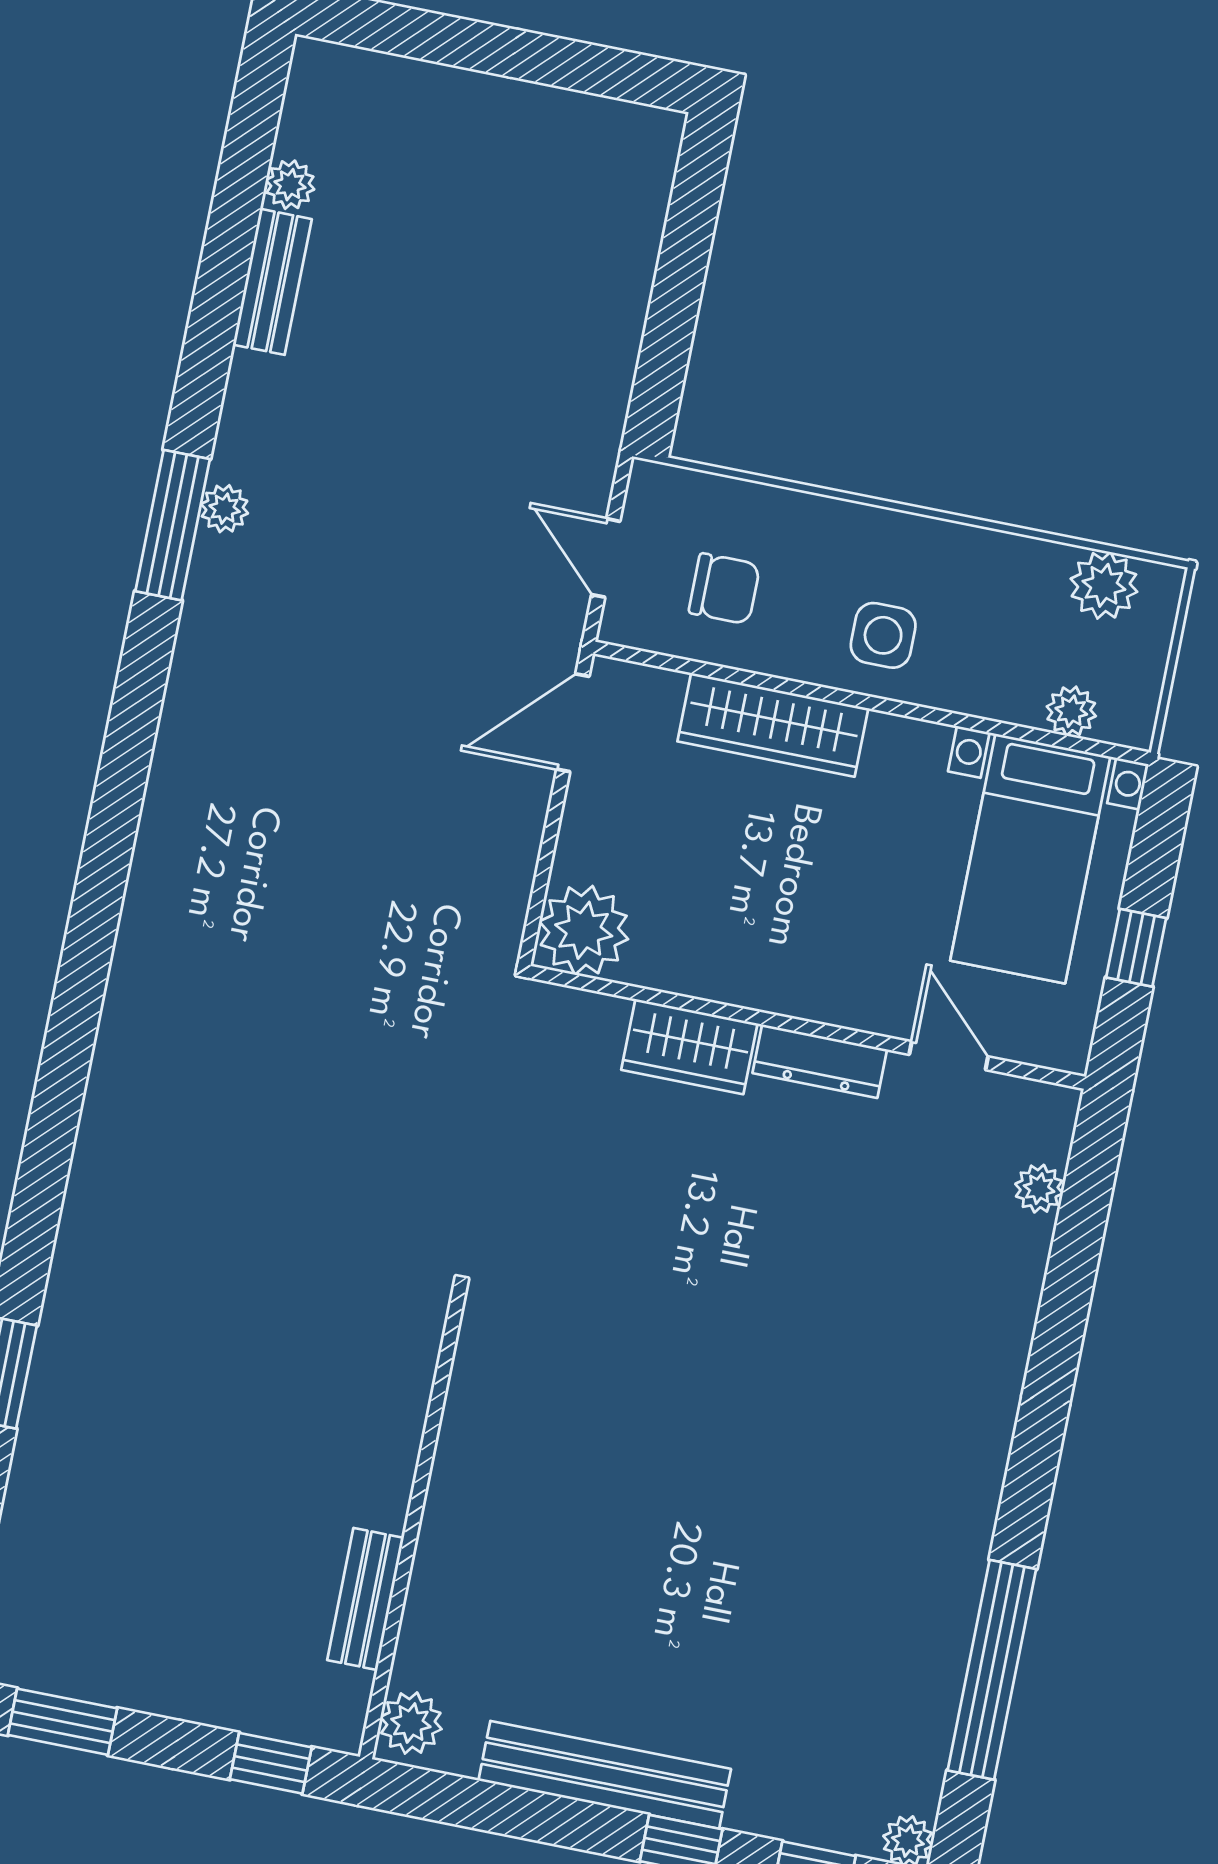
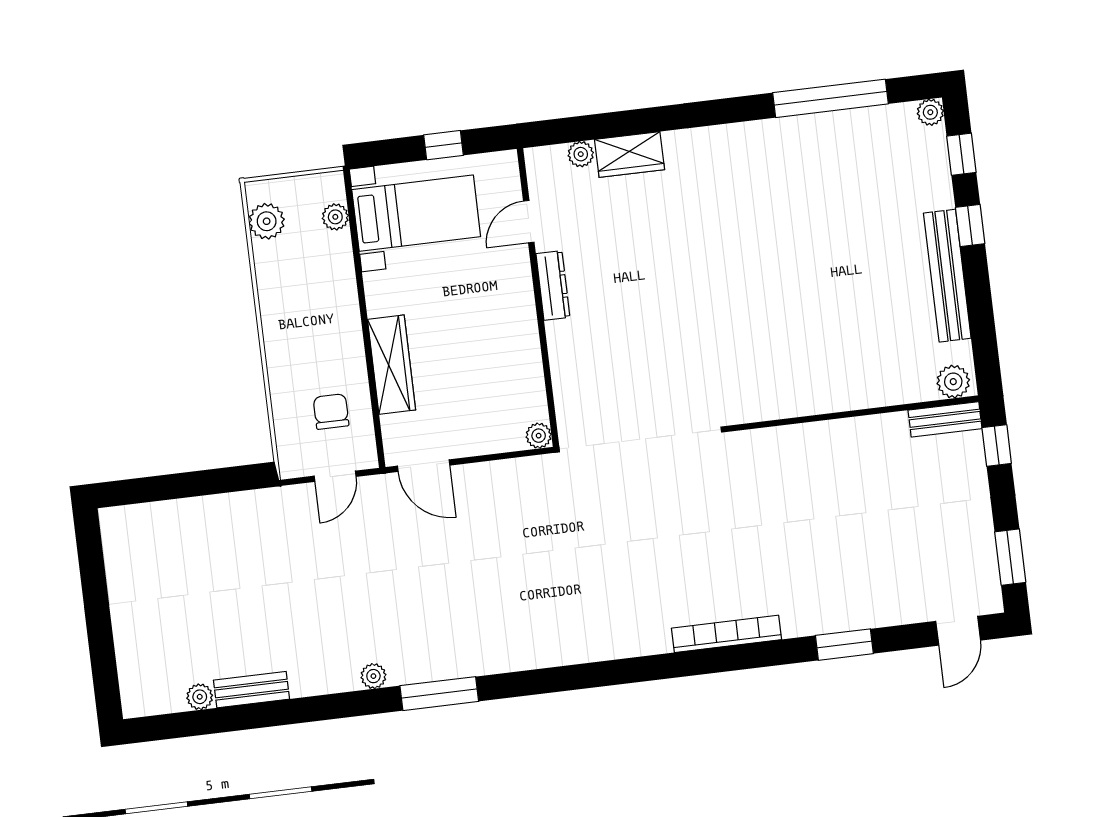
window: (173, 525) -> (439, 694), moved
side table: (883, 635) -> (328, 324), removed
plant: (584, 930) -> (539, 436), width x0.53, depth x0.53
wardrobe: (689, 1047) -> (630, 154), moved, turned 90
bookcase: (92, 1167) -> (727, 634), added
bench: (365, 1599) -> (945, 419), moved

